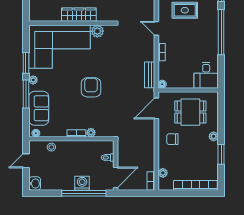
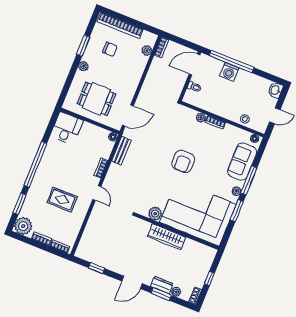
chair: (172, 139) -> (110, 49), moved

